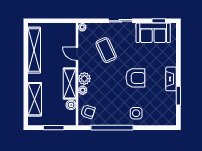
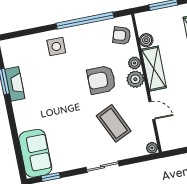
sofa: (153, 33) -> (35, 153), moved, turned 90
armchair: (135, 78) -> (101, 80), moved
fireplace: (171, 79) -> (15, 84), moved

